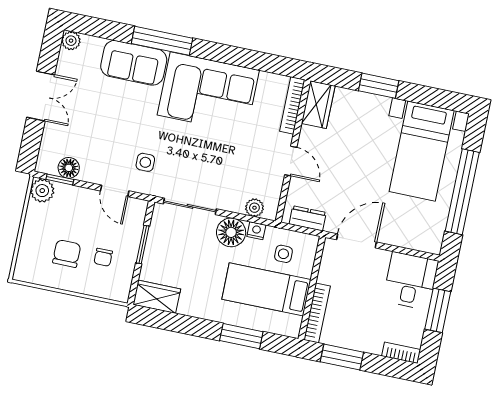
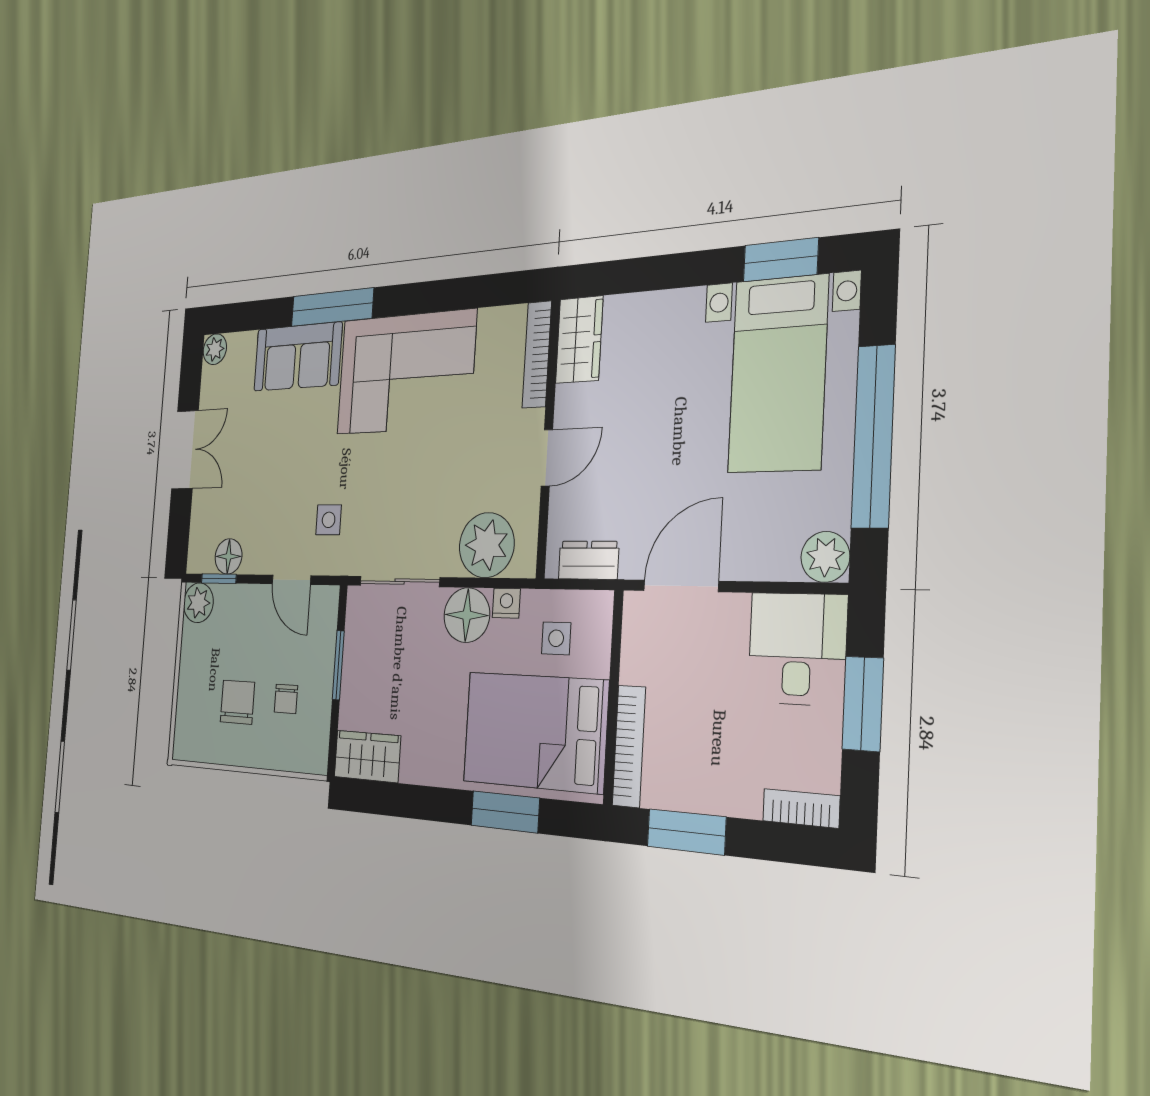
window: (379, 86) -> (781, 260), moved
door: (291, 161) -> (547, 458), hinge flipped
plant: (254, 208) -> (487, 545), width x1.88, depth x1.88
plant: (431, 242) -> (825, 557), added
bed: (266, 289) -> (535, 732), width x1.50

